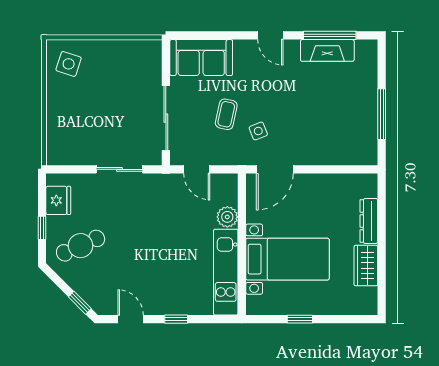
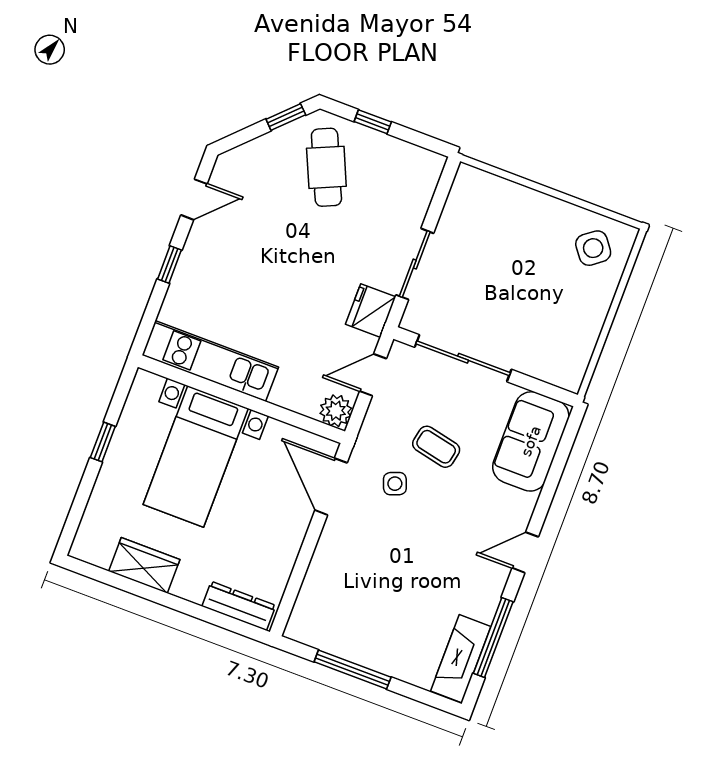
fireplace: (327, 50) -> (461, 659), moved
side table: (69, 64) -> (593, 248), turned 35
fridge: (58, 200) -> (371, 311), moved, turned 90
plant: (227, 217) -> (336, 411), moved
dresser: (369, 221) -> (239, 606), moved
window: (80, 303) -> (286, 117), moved

